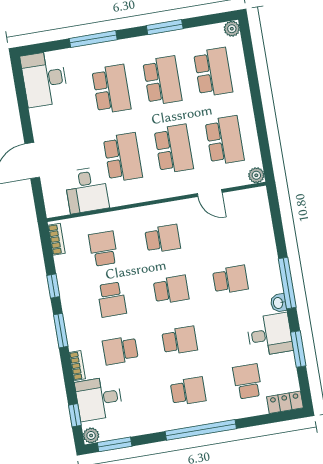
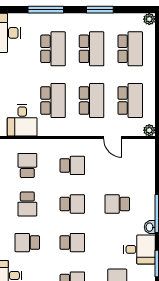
school desk: (230, 280) -> (117, 204), turned 180

